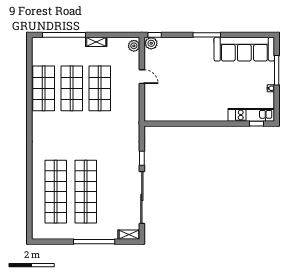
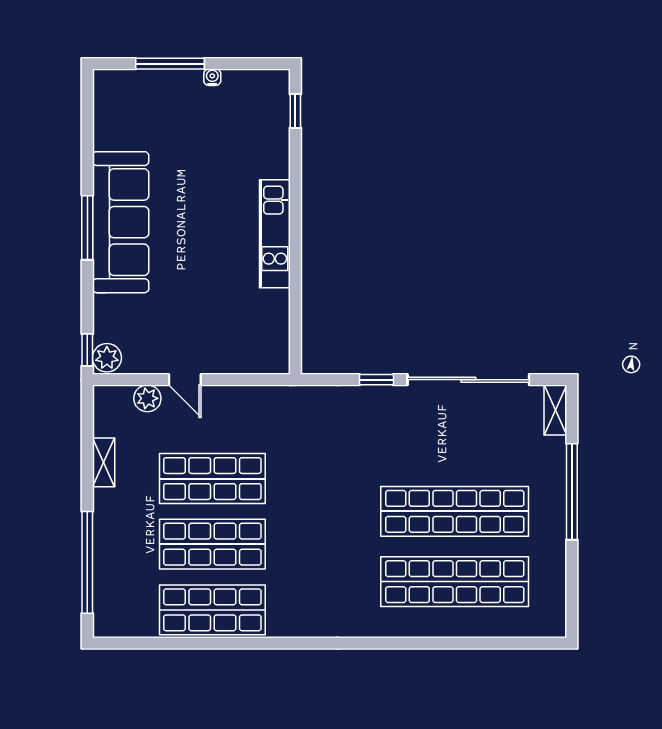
shelving: (96, 42) -> (104, 462), moved
plant: (134, 46) -> (147, 398), moved
sofa: (244, 49) -> (121, 222), moved
door: (142, 77) -> (185, 380), swing flipped
kitchen unit: (251, 115) -> (275, 234), moved

